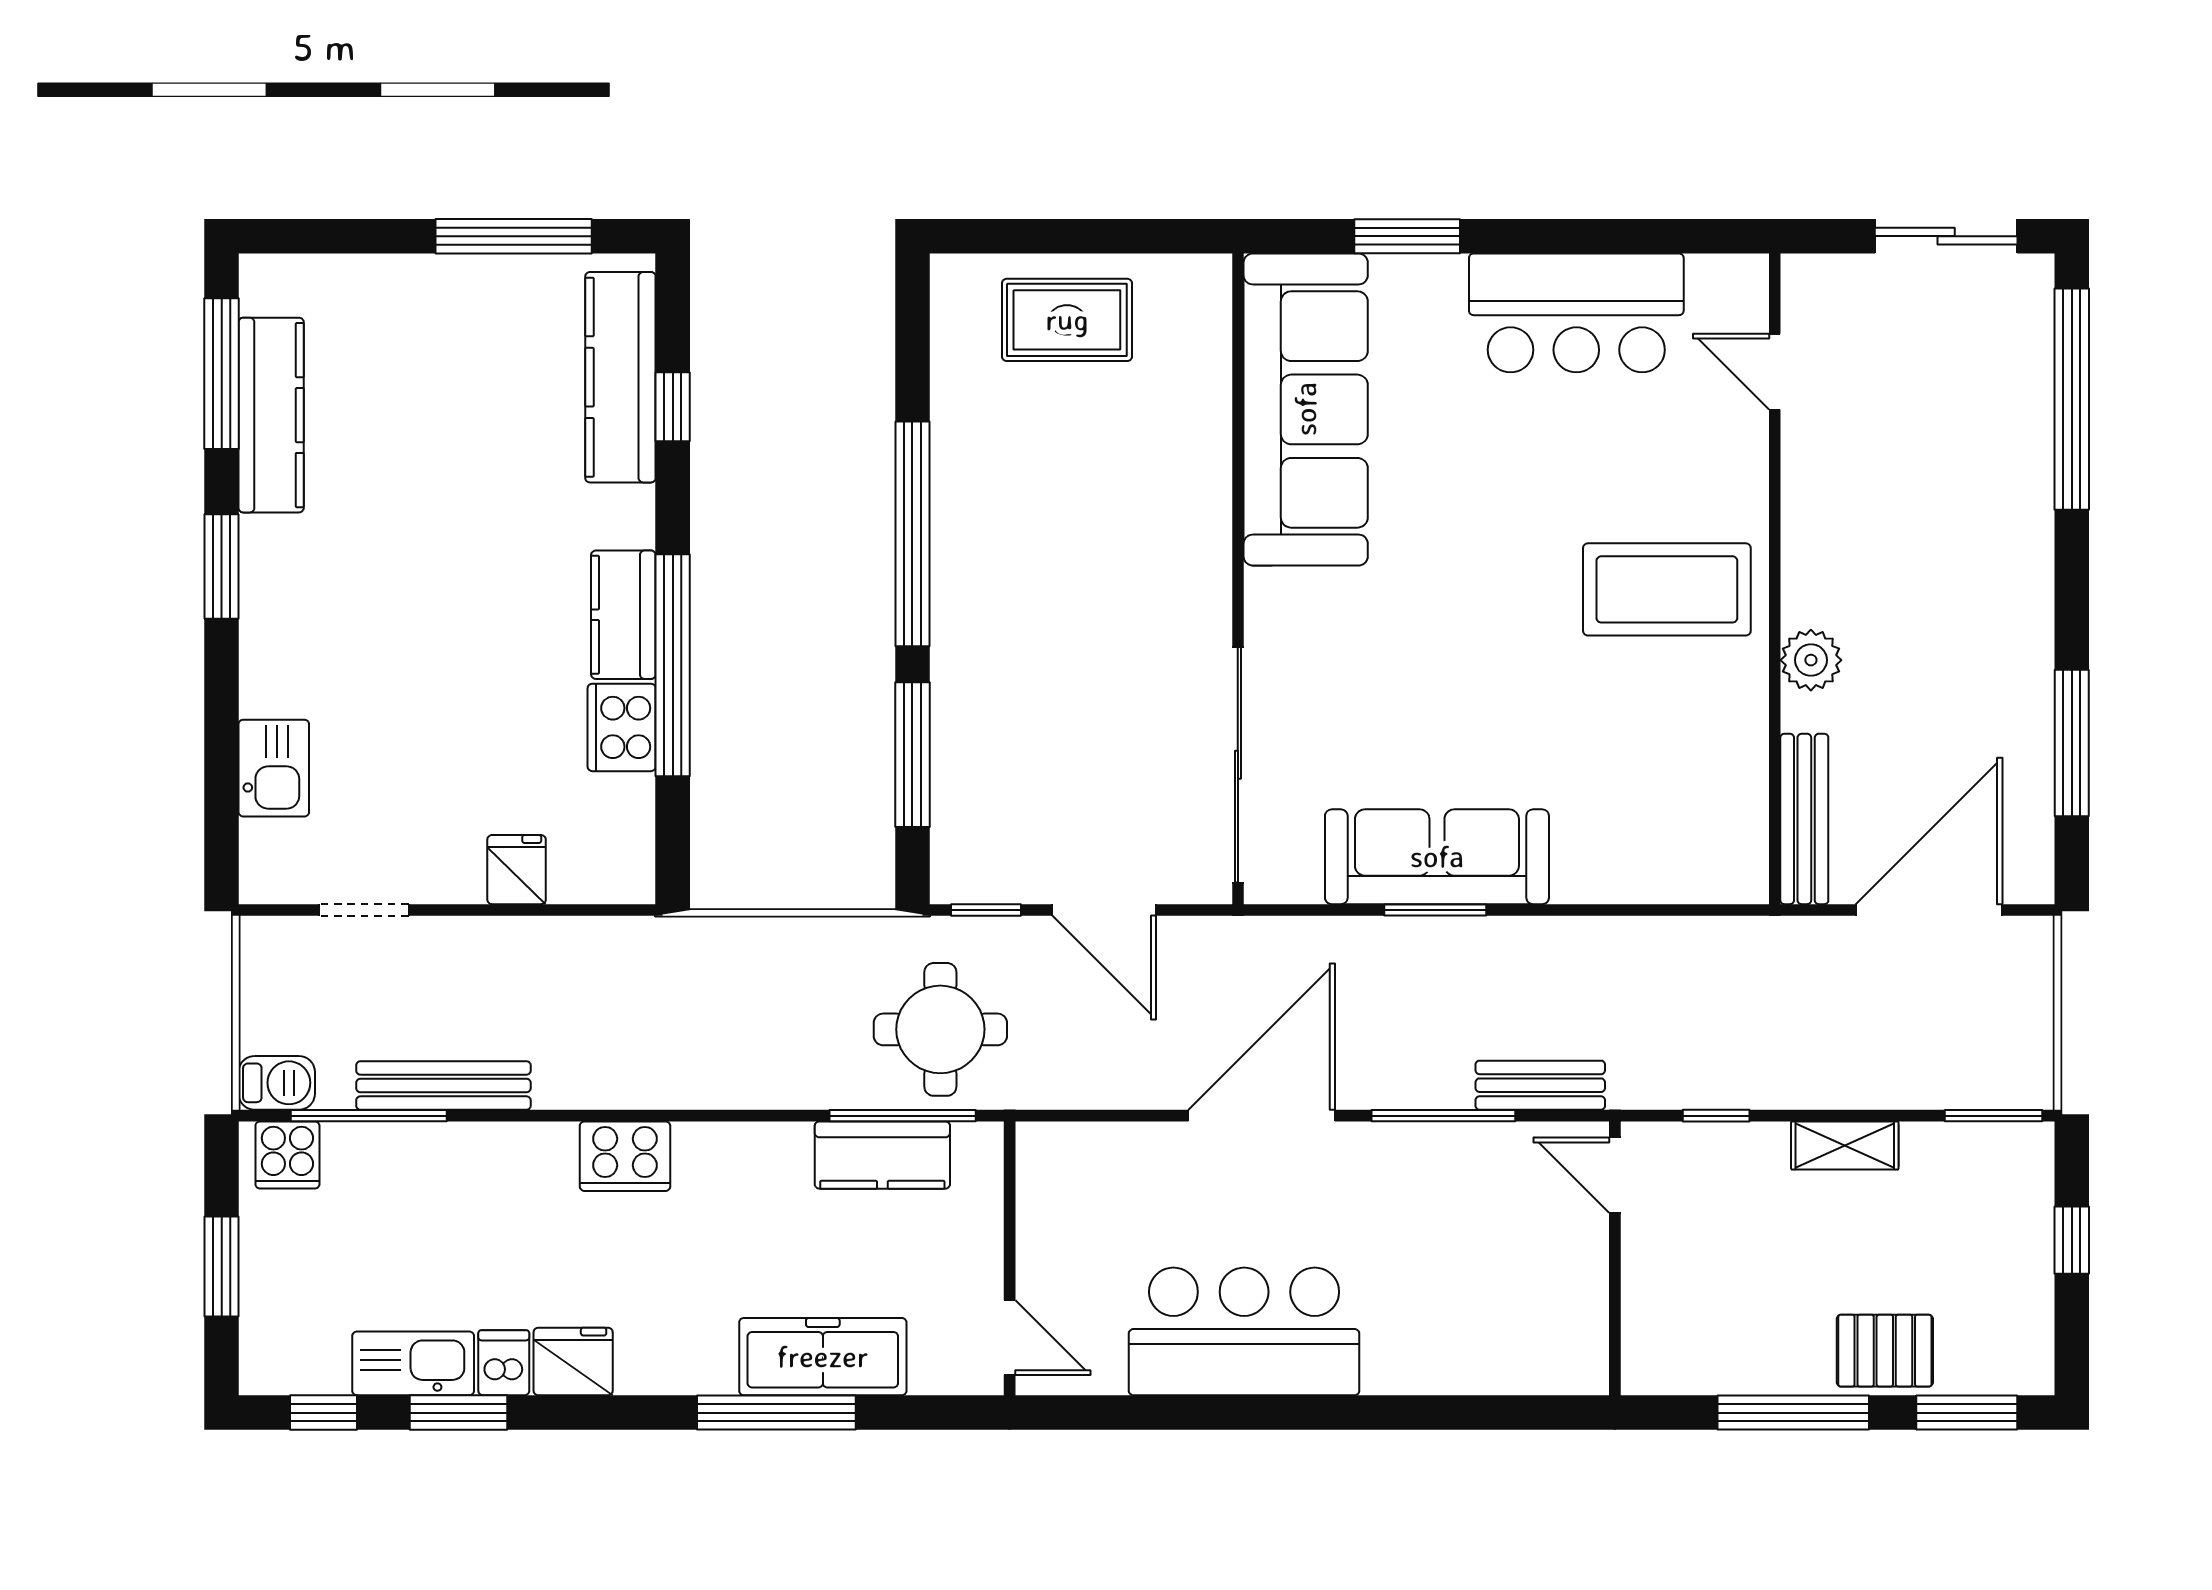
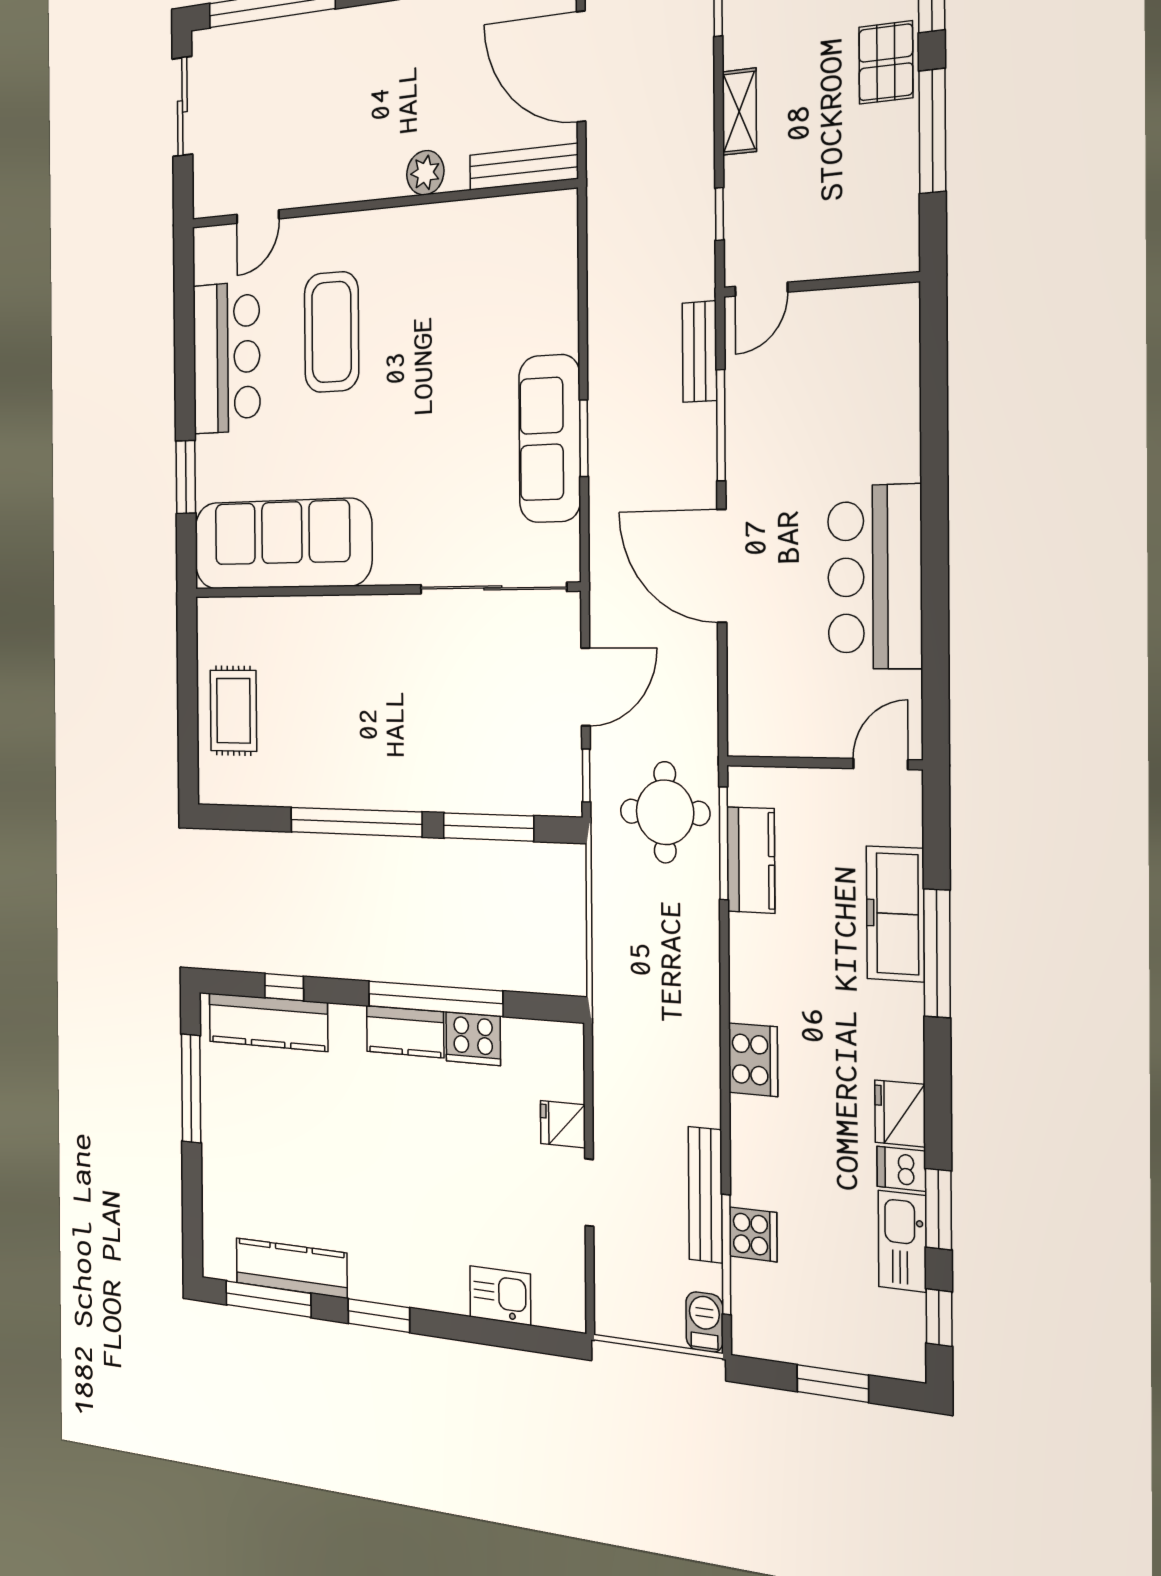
coffee table: (1667, 589) -> (332, 332), moved
doorway: (364, 910) -> (589, 1193), moved
cooker: (287, 1155) -> (753, 1234), moved

